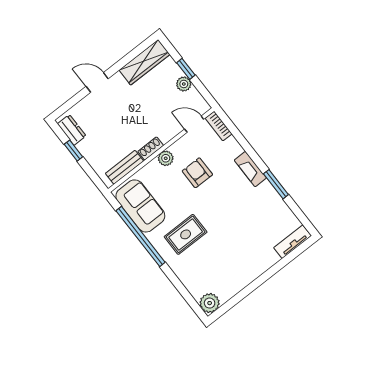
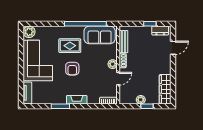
door: (97, 82) -> (173, 48), moved
door: (194, 124) -> (118, 79), moved
armchair: (197, 173) -> (72, 69), moved, turned 90
rug: (186, 234) -> (70, 46), turned 90
corner sofa: (239, 262) -> (38, 61), added

